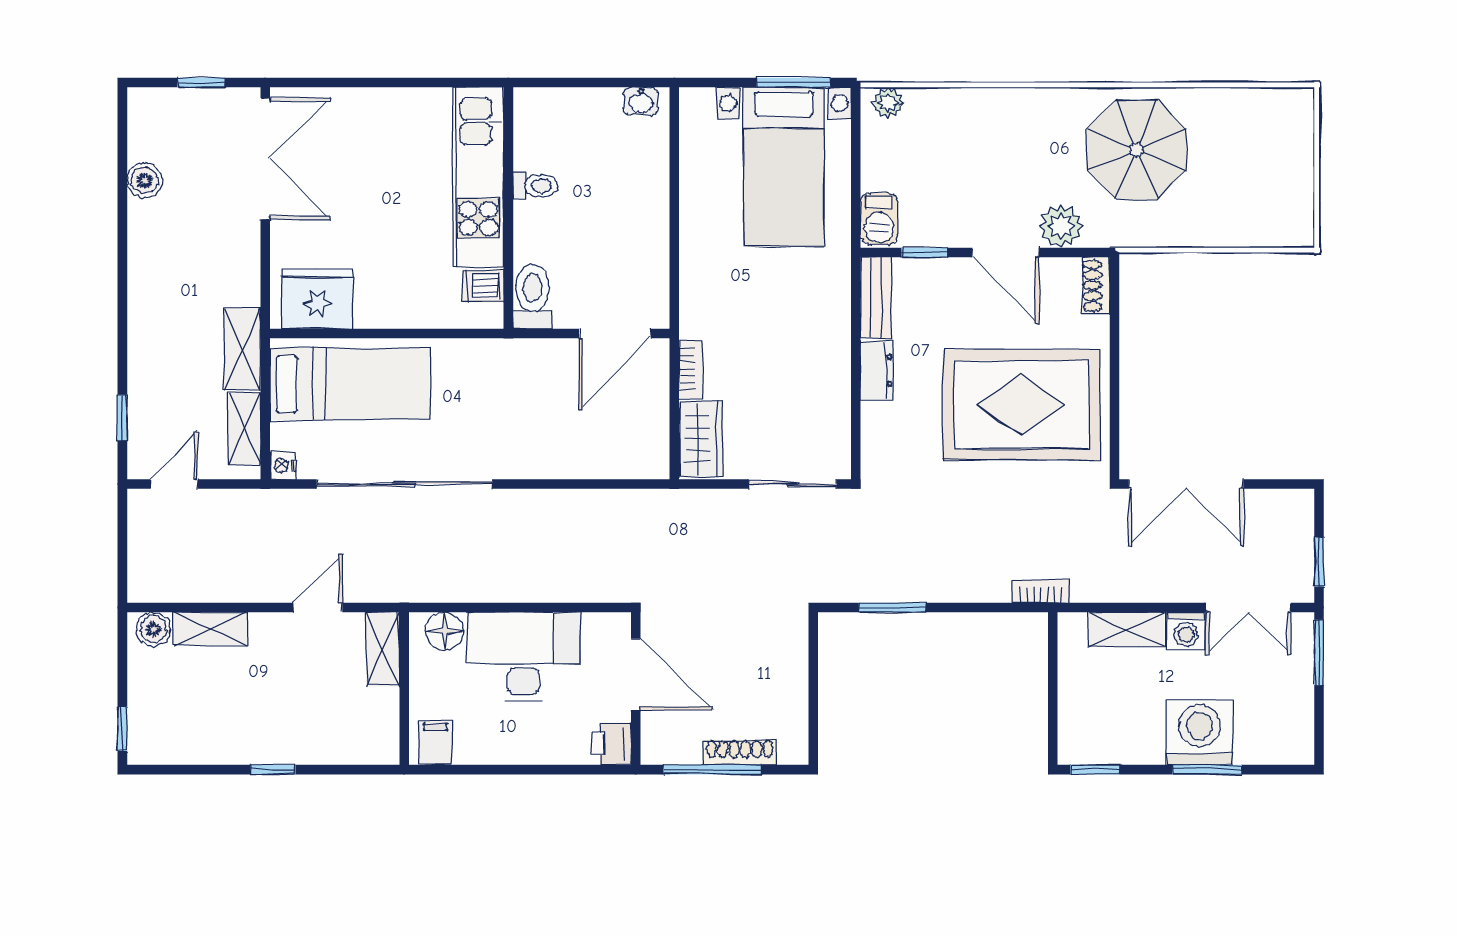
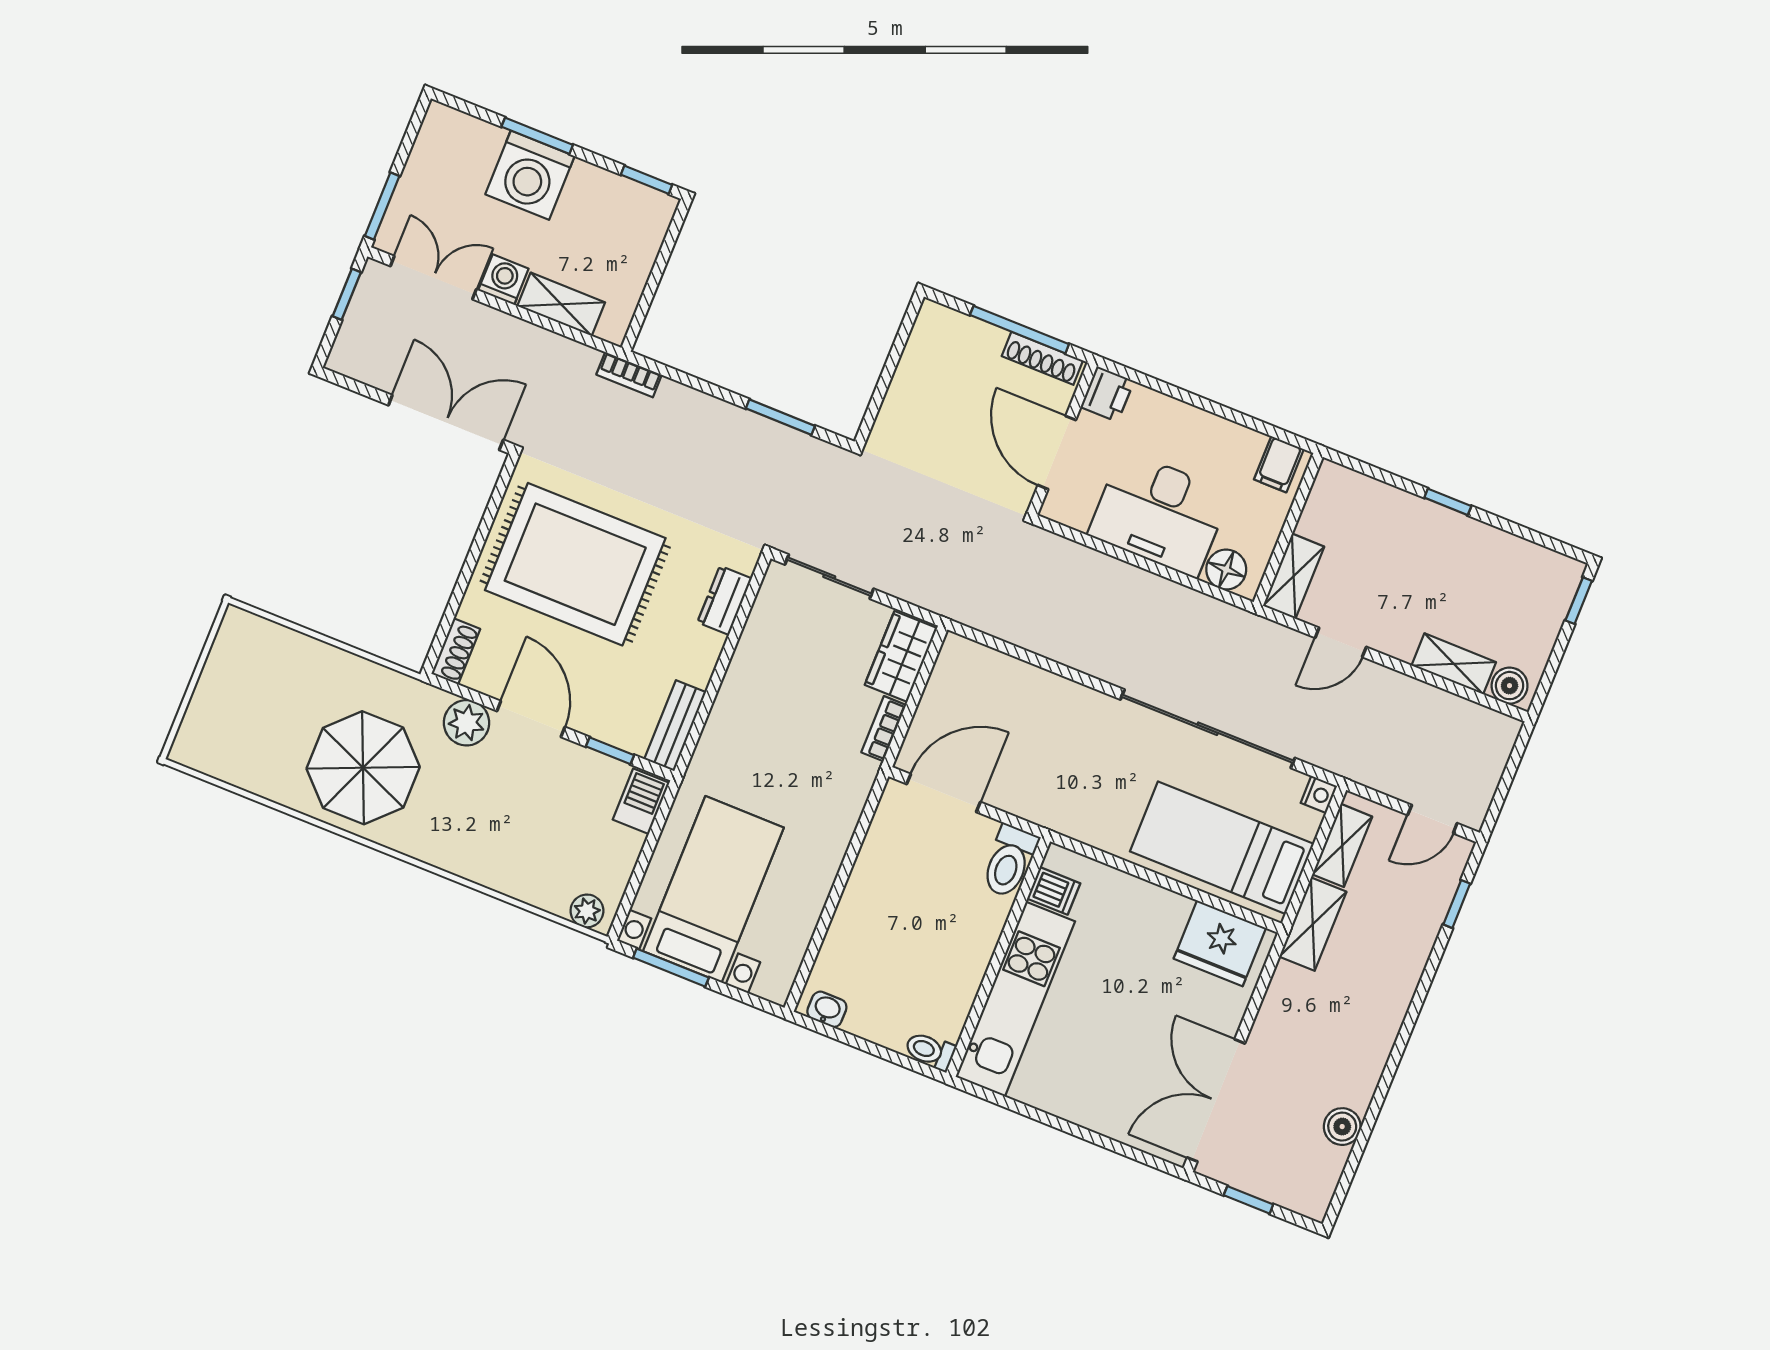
toilet: (535, 186) -> (930, 1051), moved
dresser: (877, 370) -> (724, 600), moved
shoe rack: (740, 752) -> (1042, 358), moved

